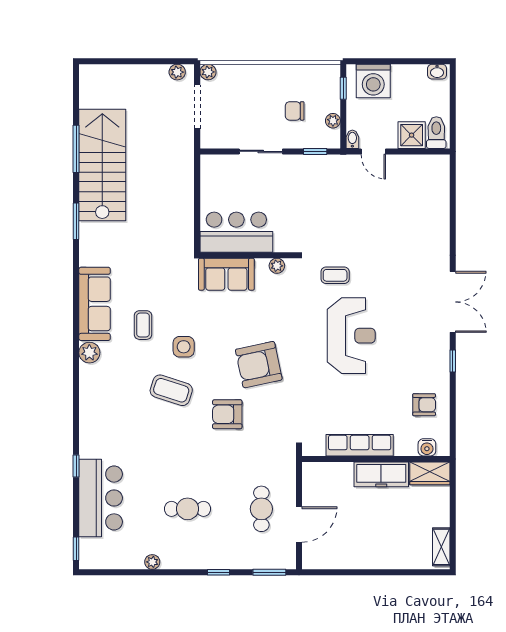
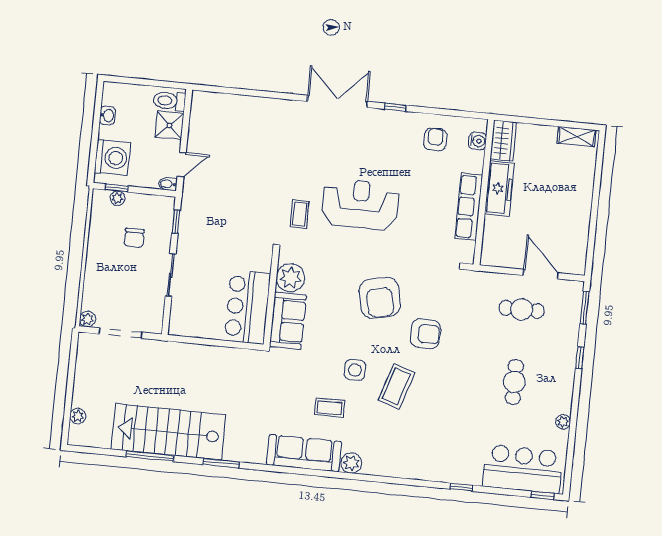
plant: (177, 72) -> (78, 416), moved
washbasin: (437, 72) -> (107, 115), moved
plant: (333, 121) -> (117, 198), moved
plant: (277, 266) -> (290, 278), width x1.88, depth x1.88
armchair: (227, 414) -> (425, 334), turned -90
bar counter: (101, 498) -> (523, 469), moved

